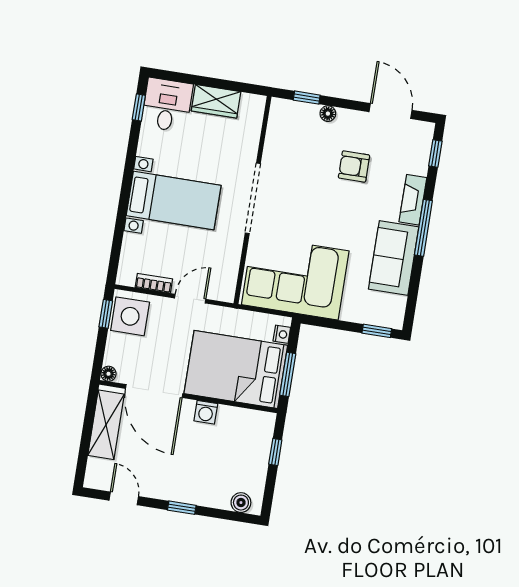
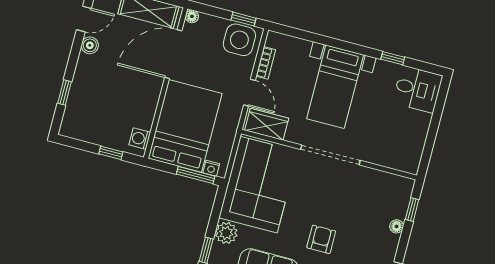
wardrobe: (216, 101) -> (267, 124), moved, turned 90
window: (139, 108) -> (393, 58), moved
armchair: (354, 166) -> (321, 239), moved
plant: (355, 310) -> (226, 233), added
window: (288, 374) -> (196, 175), moved
washing machine: (206, 412) -> (140, 139), moved
boiler: (241, 503) -> (90, 45), moved
window: (182, 508) -> (65, 92), moved

